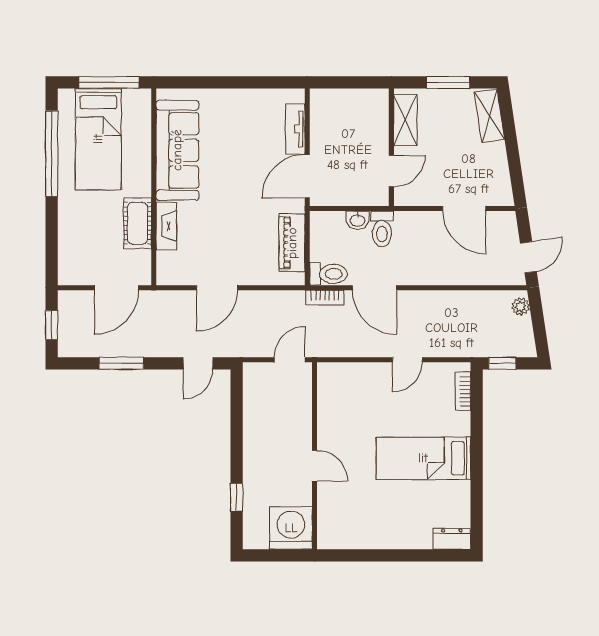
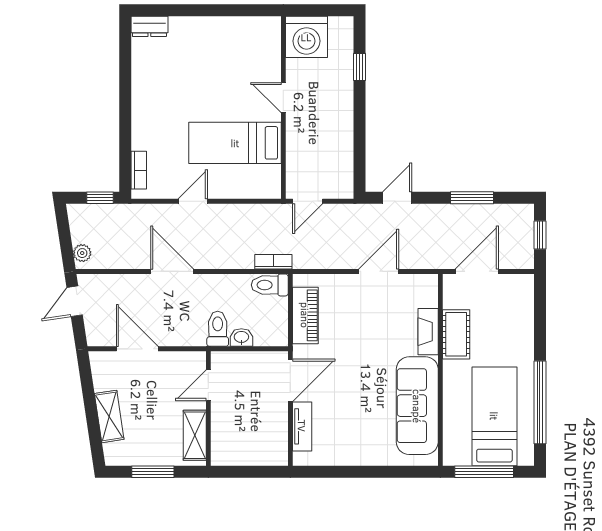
shelving: (489, 116) -> (109, 416), moved
door: (374, 288) -> (172, 271), moved
bed: (423, 458) -> (235, 143), moved, turned 180

